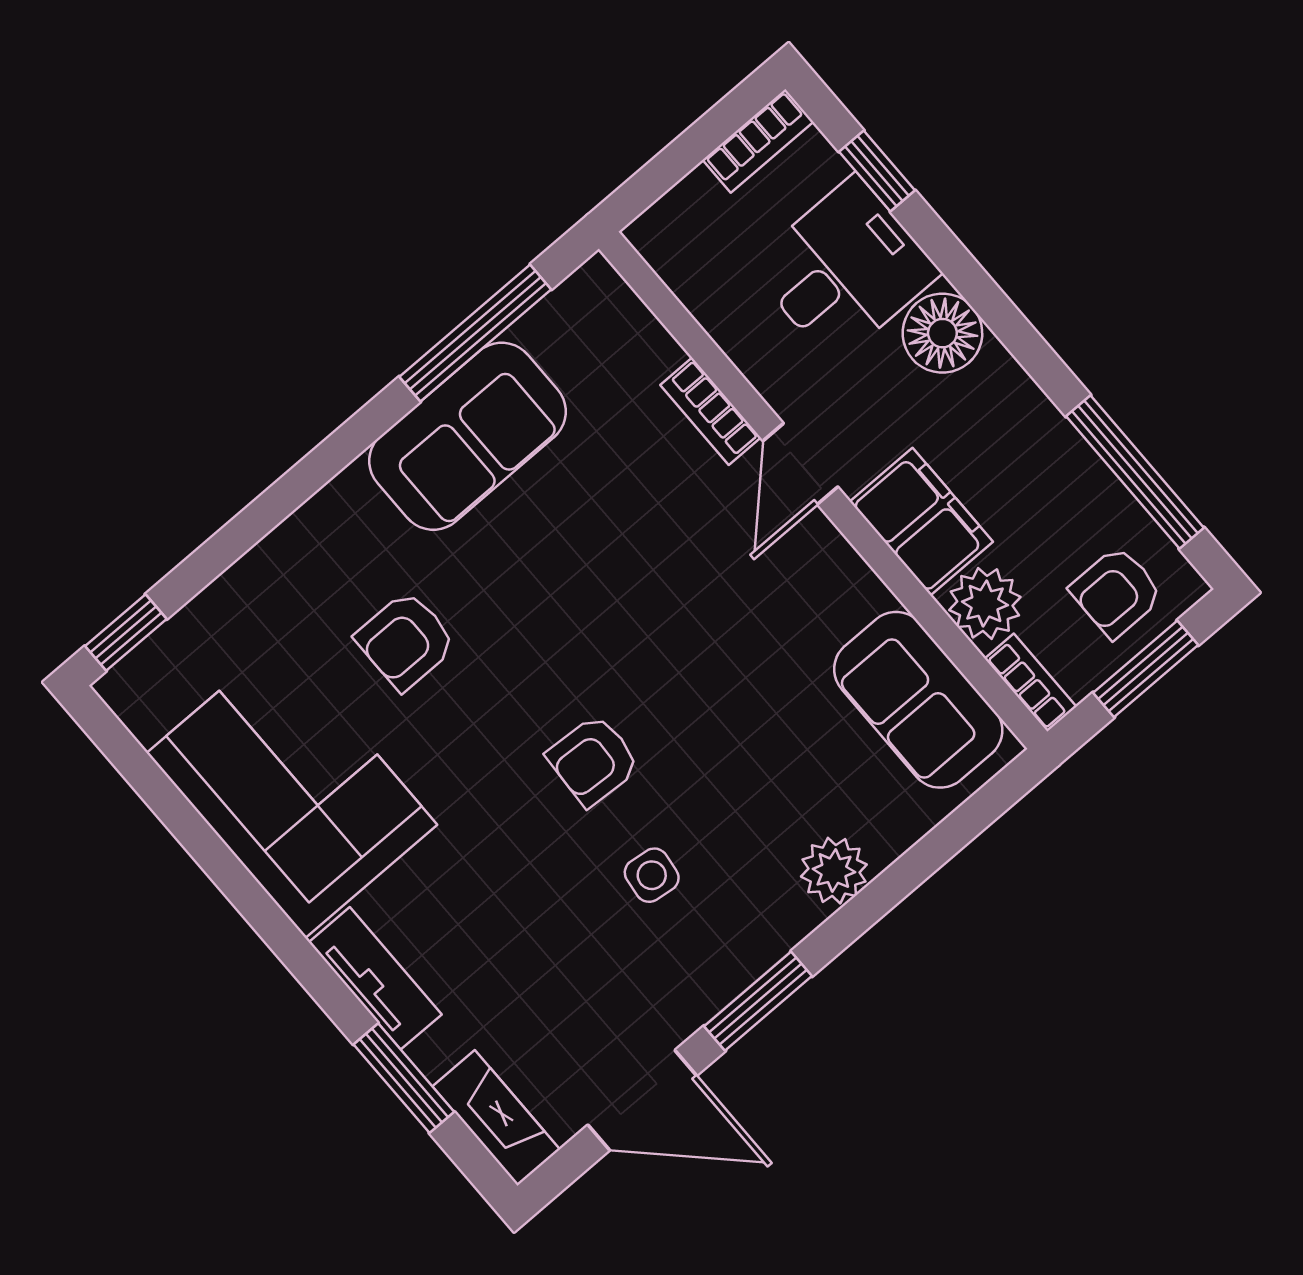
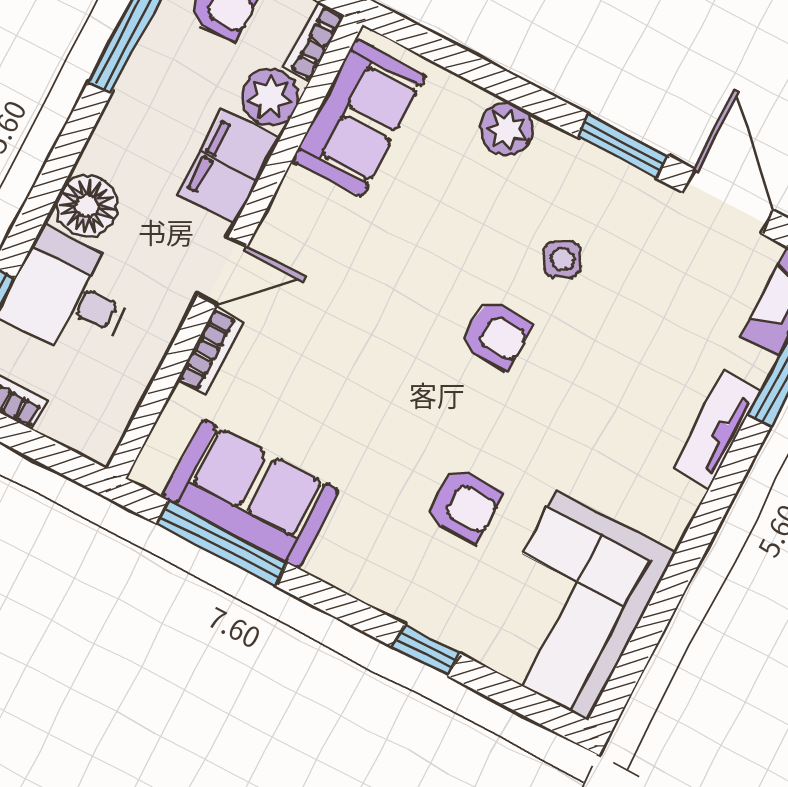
sofa: (467, 436) -> (251, 494), moved
window: (126, 633) -> (427, 650), moved
corner sofa: (292, 789) -> (572, 605), moved
side table: (652, 875) -> (562, 259), turned -35

